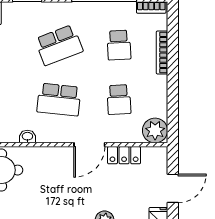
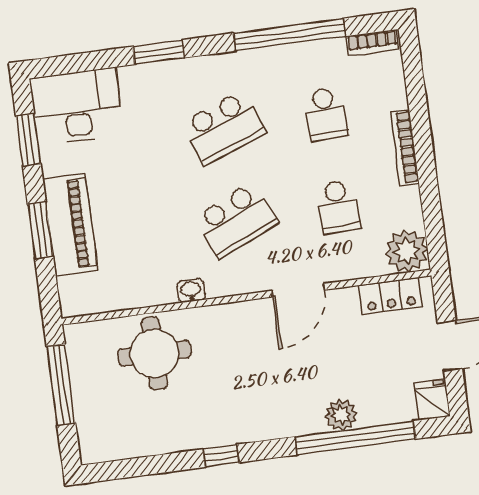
bookcase: (162, 52) -> (405, 147), moved
school desk: (59, 100) -> (236, 220), turned -30
locker: (124, 155) -> (391, 296), moved

